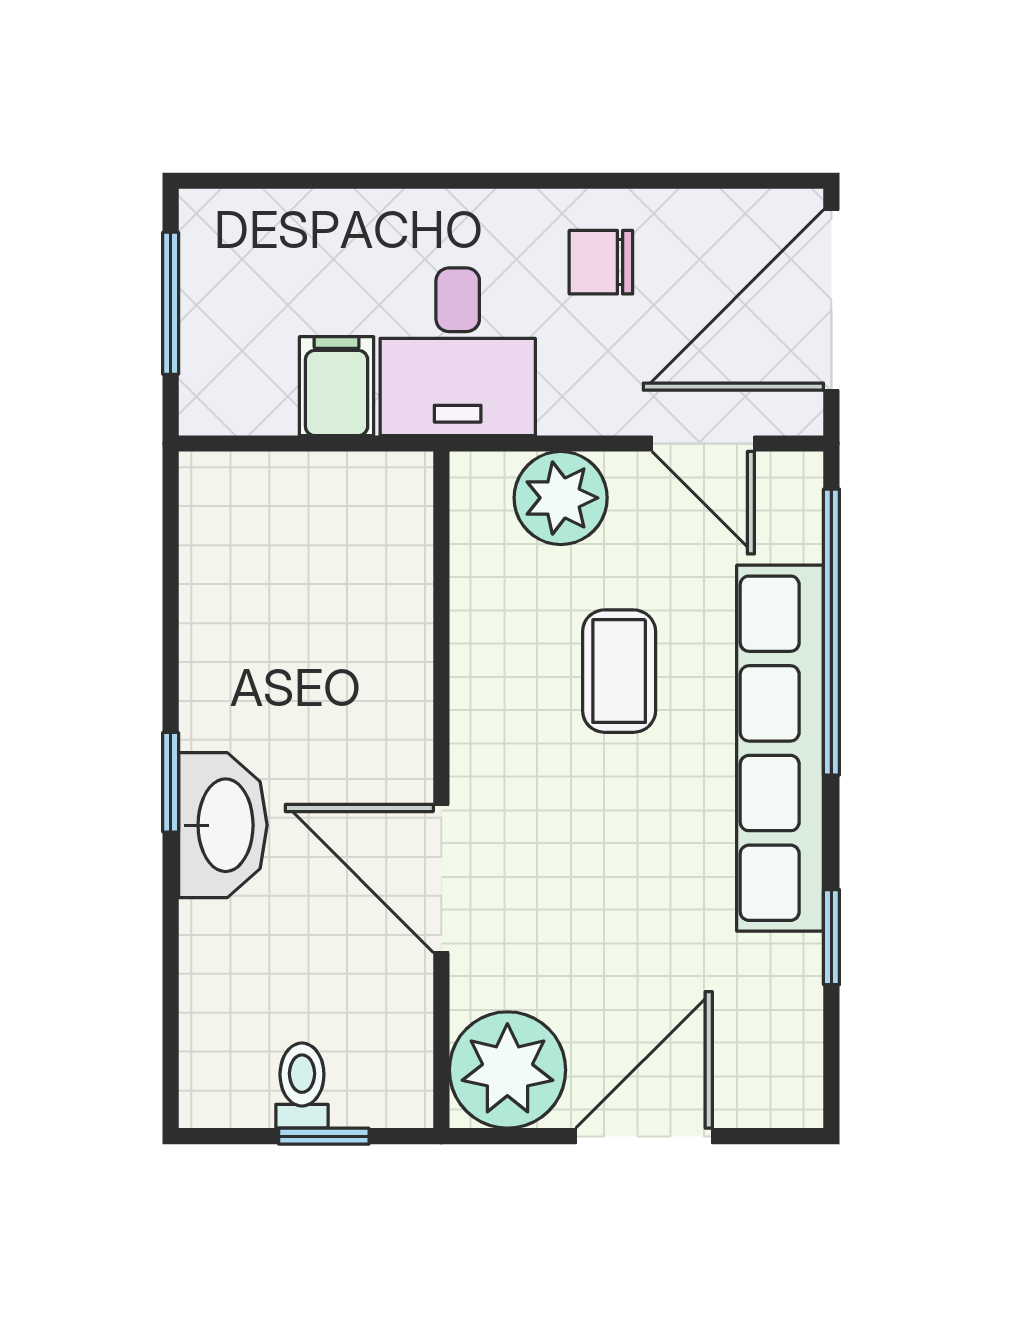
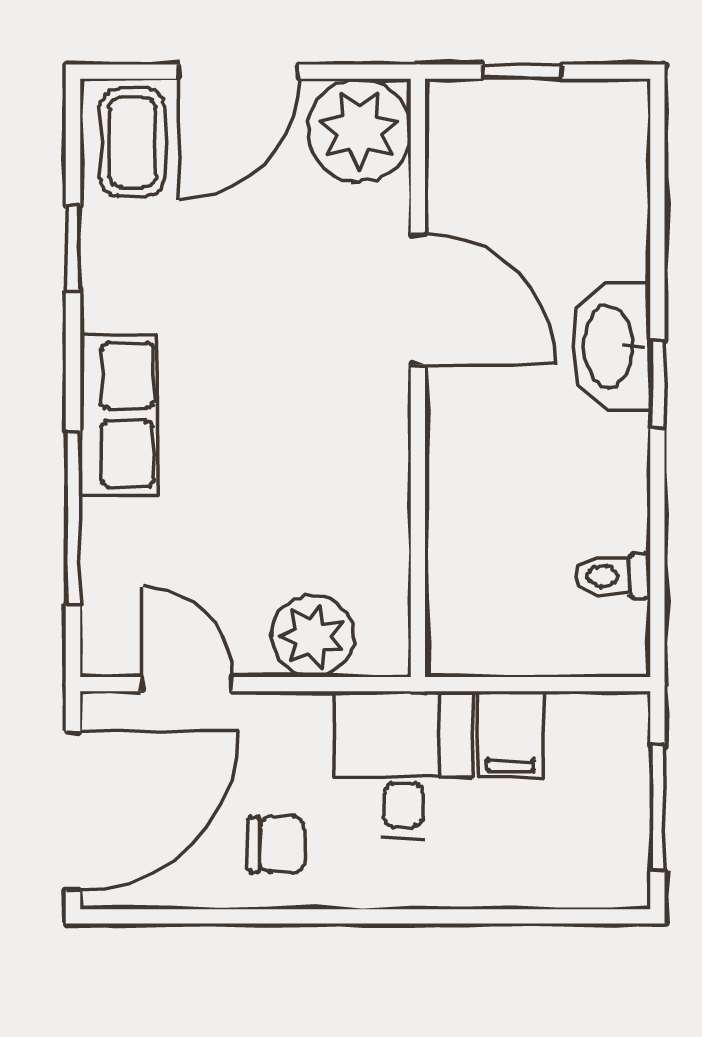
window: (831, 632) -> (73, 517), width x0.68
coffee table: (619, 671) -> (132, 142), moved
row of seats: (780, 748) -> (118, 415), width x0.50
toilet: (302, 1086) -> (613, 576), moved, turned 90

